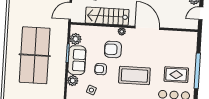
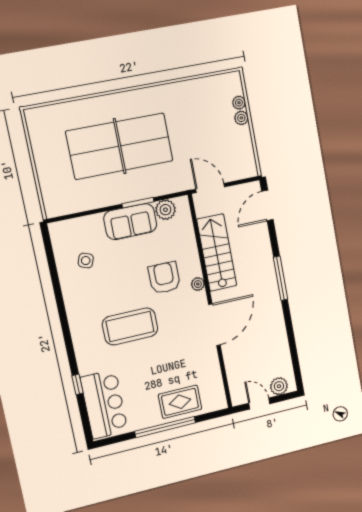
armchair: (101, 69) -> (126, 266), removed
coffee table: (134, 75) -> (130, 326), turned 90
rug: (176, 75) -> (180, 402), moved, turned 90
plant: (73, 81) -> (93, 224), removed

